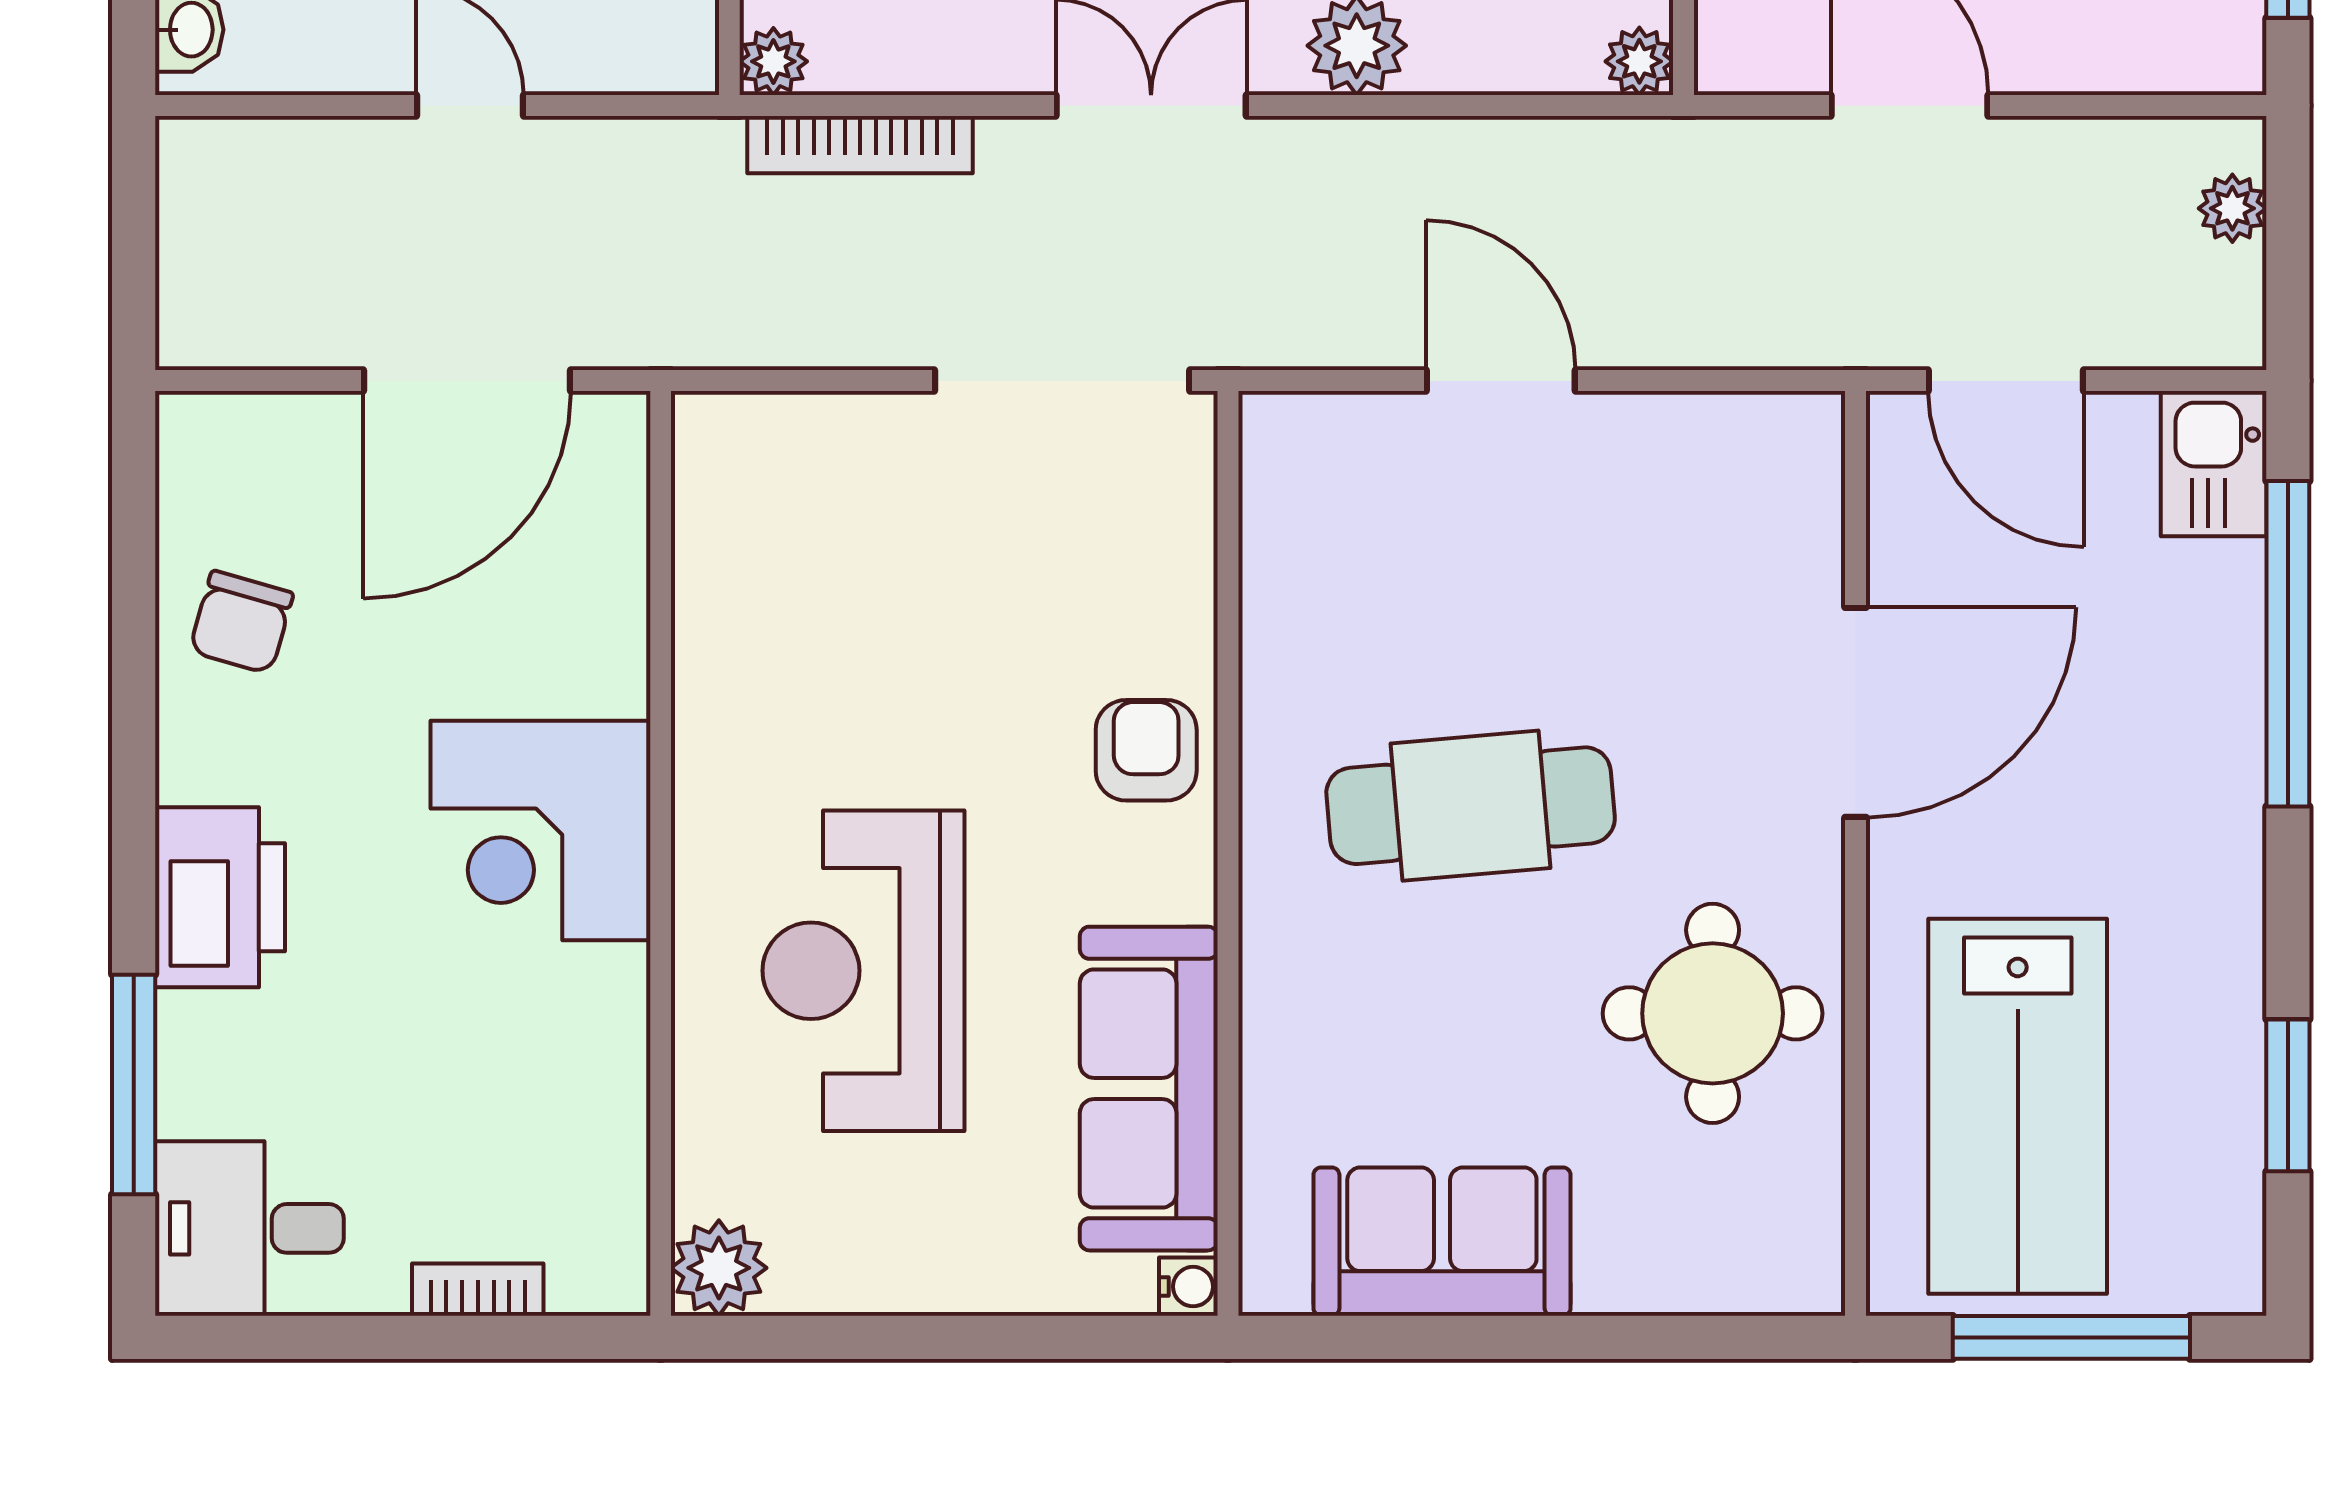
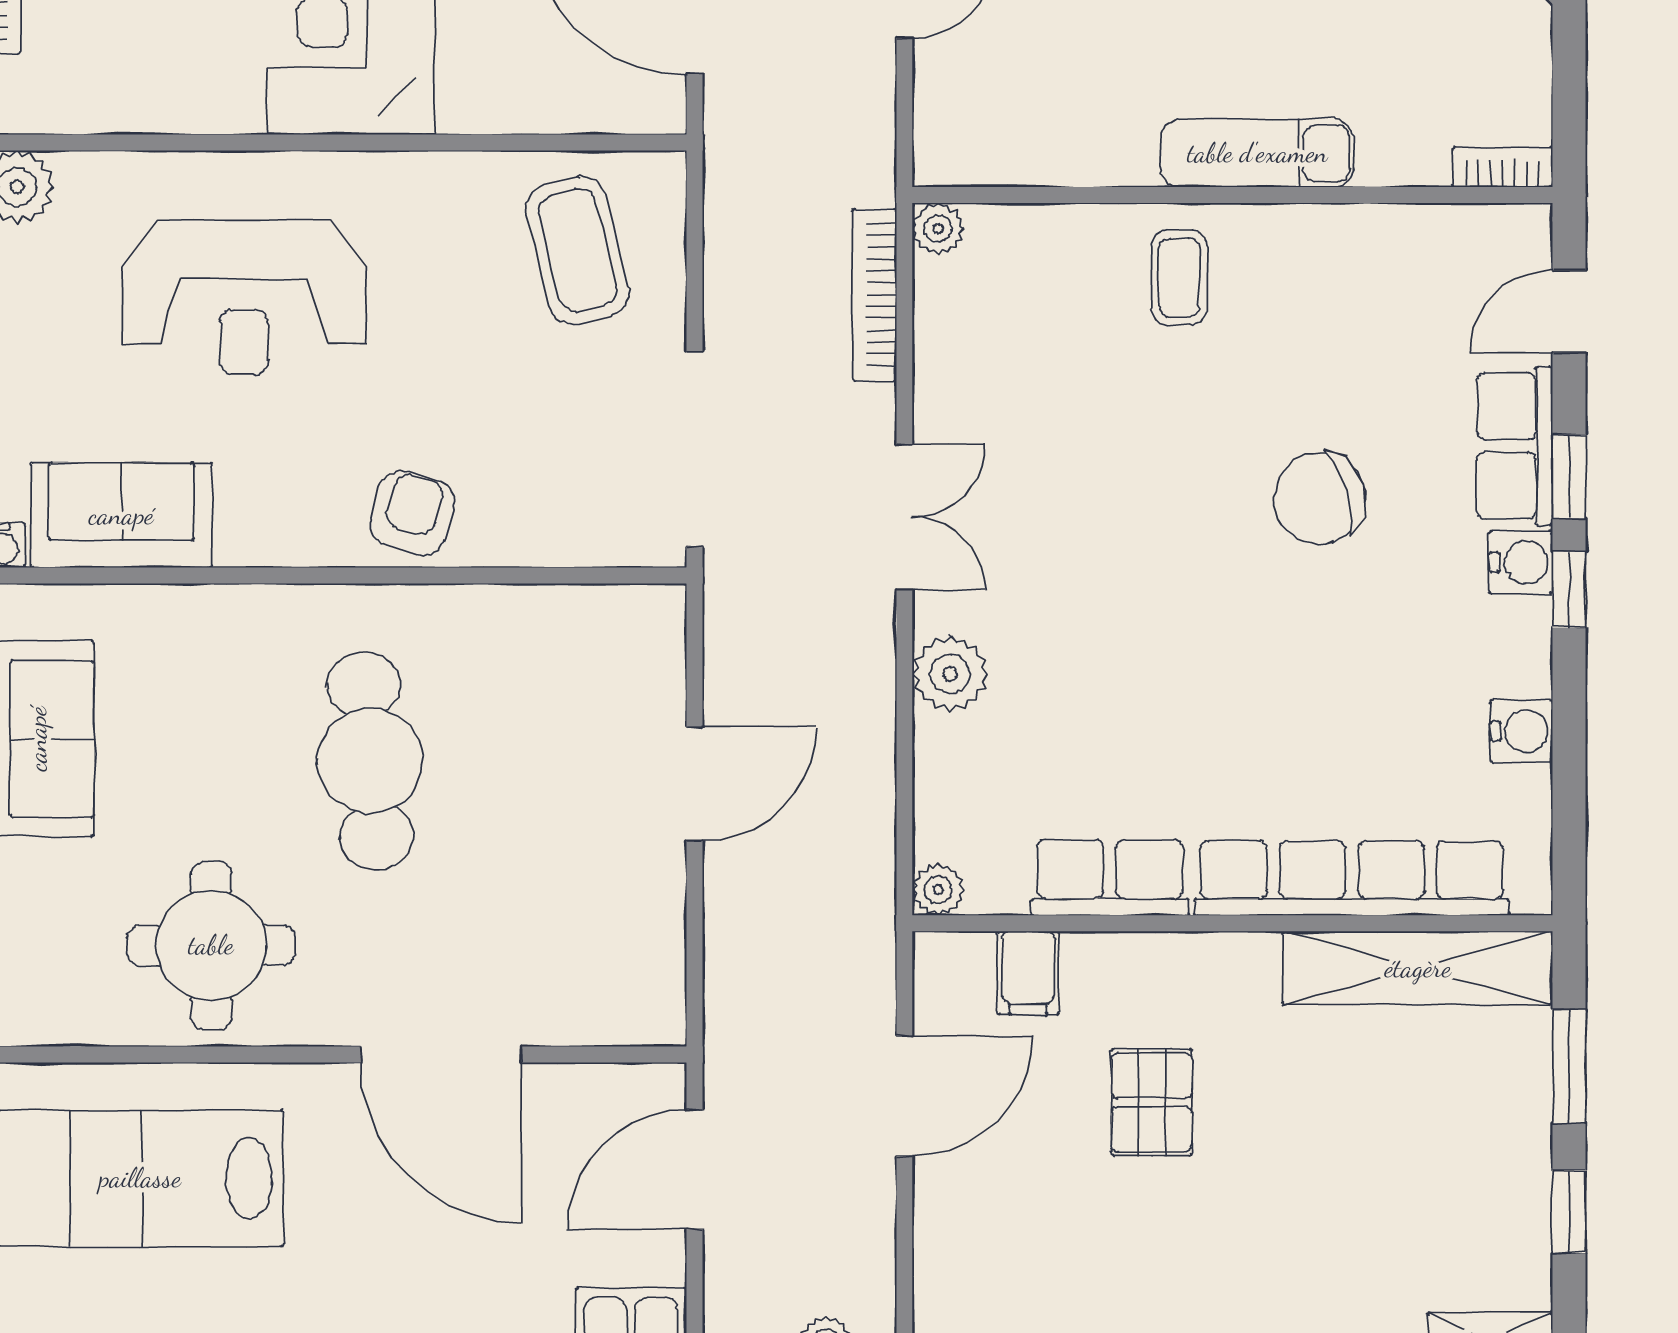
coffee table: (802, 534) -> (578, 250), added
armchair: (1146, 750) -> (412, 513), turned -74
reception desk: (863, 971) -> (244, 297), turned 180
sofa: (1149, 1089) -> (121, 515), width x0.73

